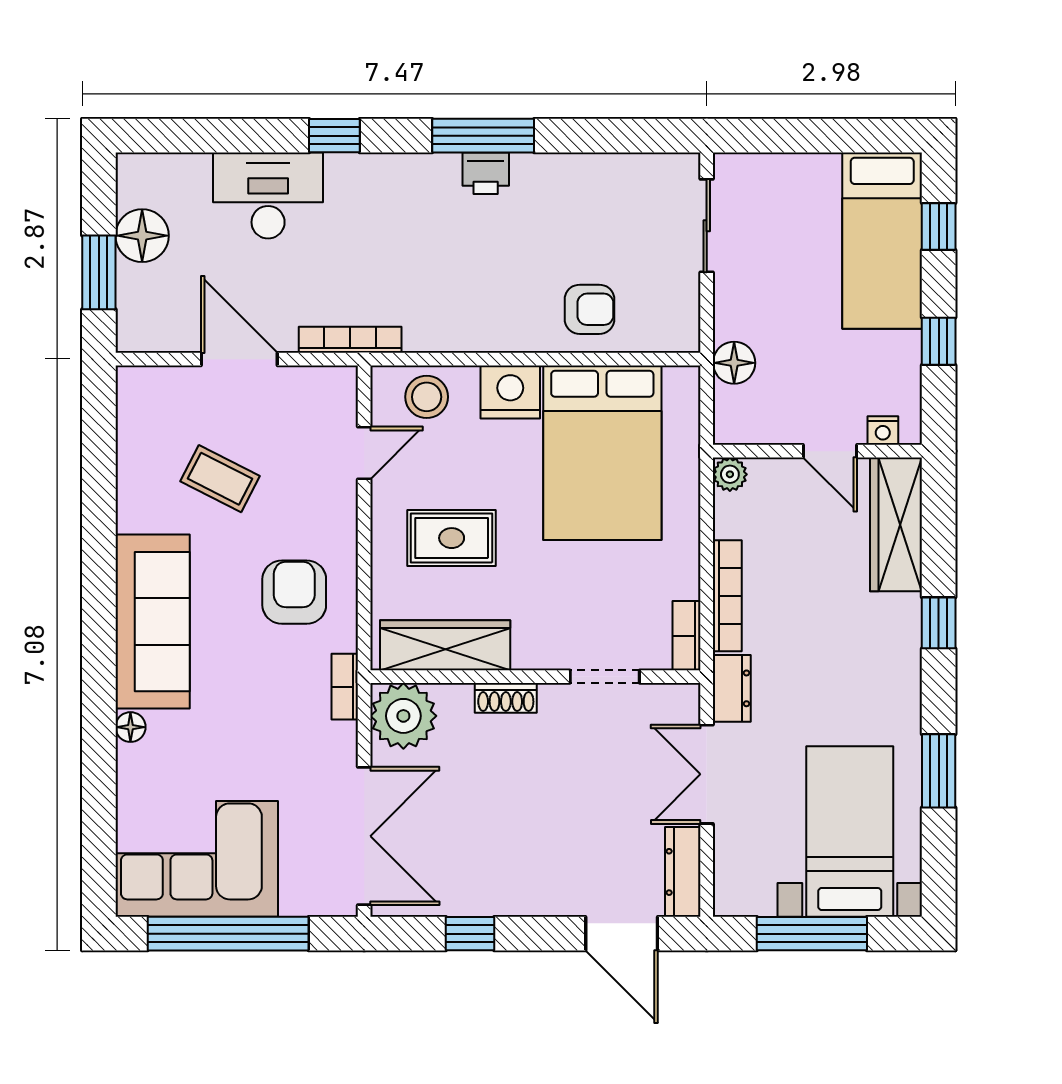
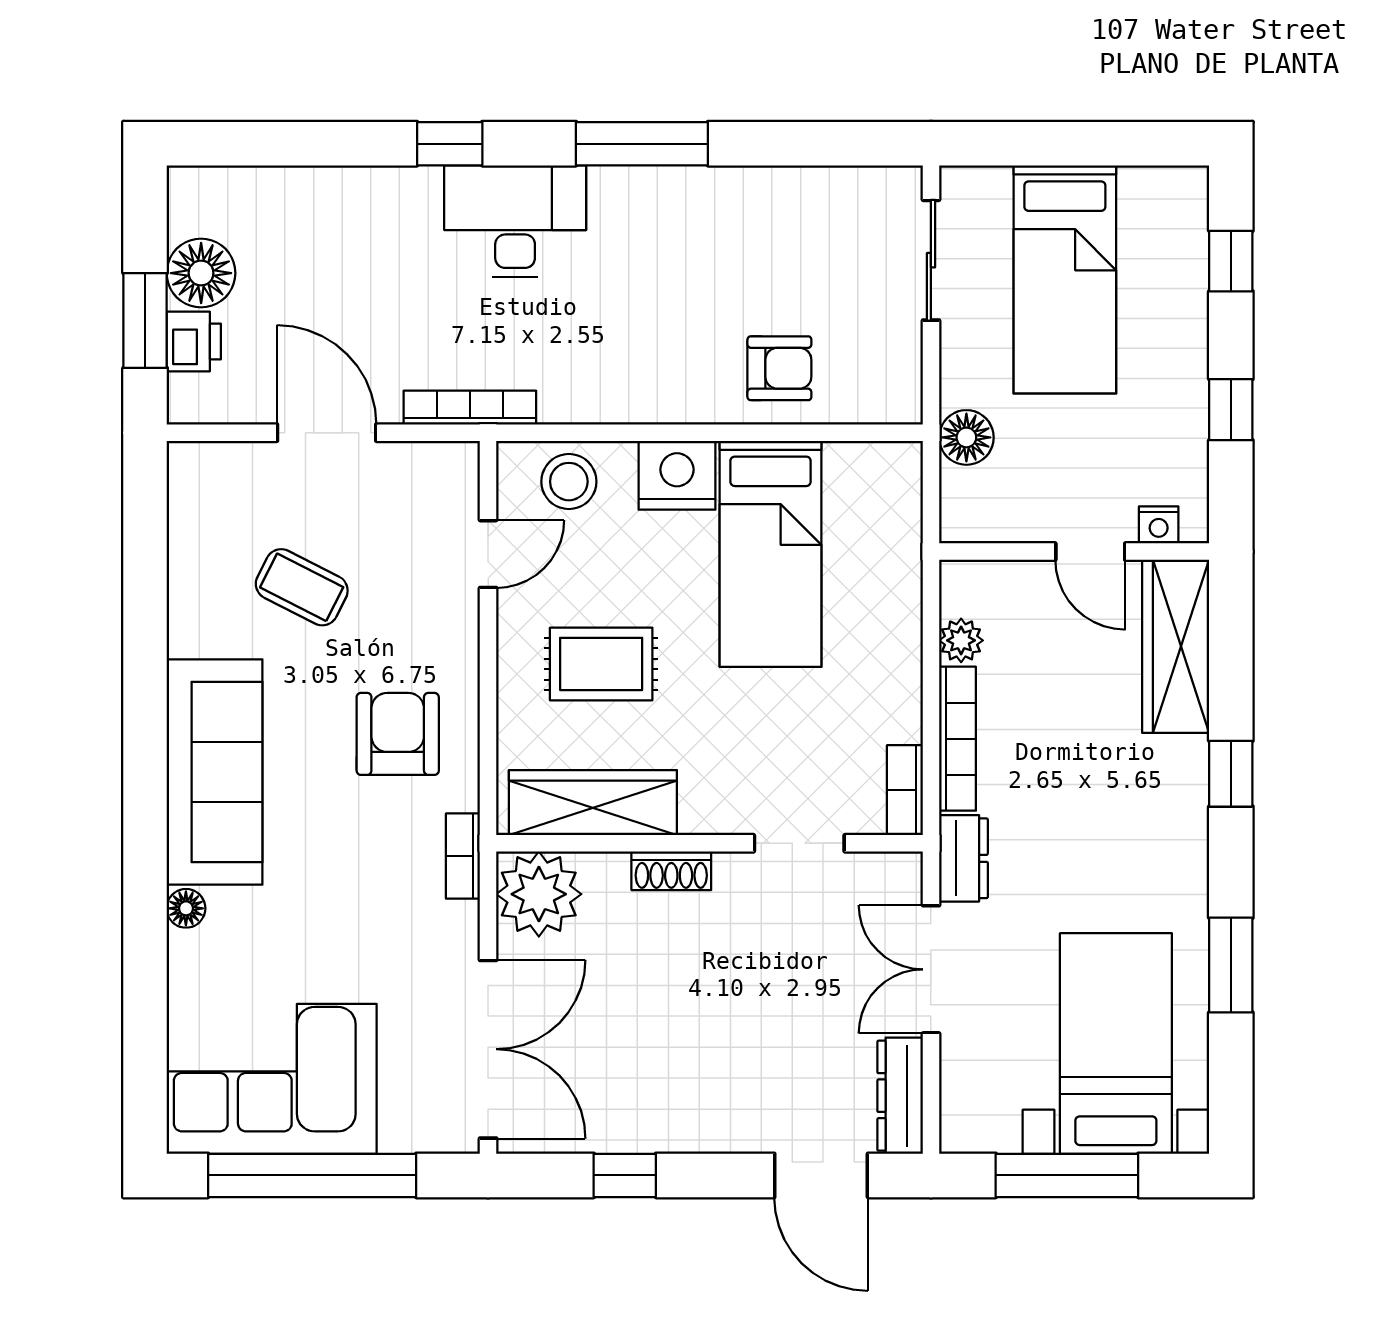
printer: (486, 173) -> (194, 342), moved, turned -90
desk: (268, 195) -> (515, 221), moved
bed: (882, 241) -> (1065, 279), moved
bed: (602, 453) -> (771, 554), width x0.67
plant: (730, 474) -> (961, 640), moved

